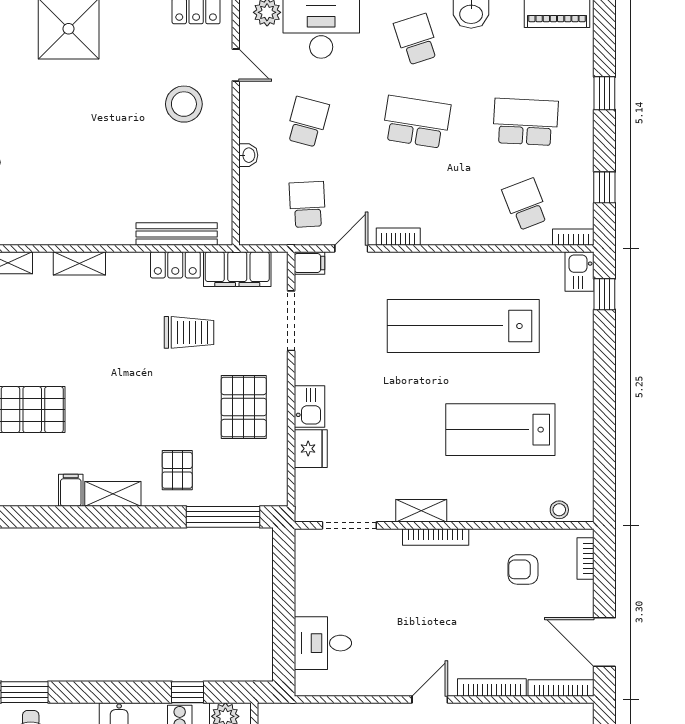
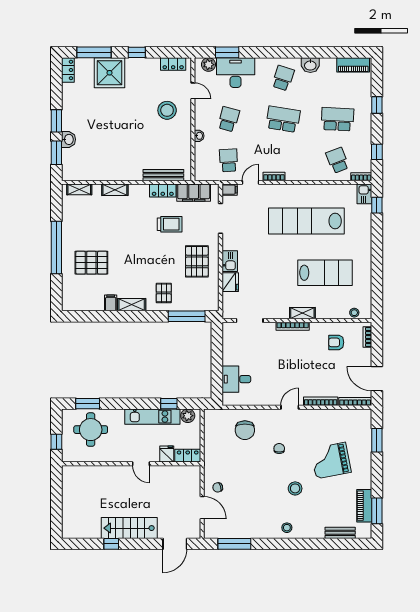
school desk: (416, 39) -> (283, 78), turned 36
lab bench: (500, 430) -> (325, 273), turned 180
shelving: (421, 511) -> (302, 313), moved

